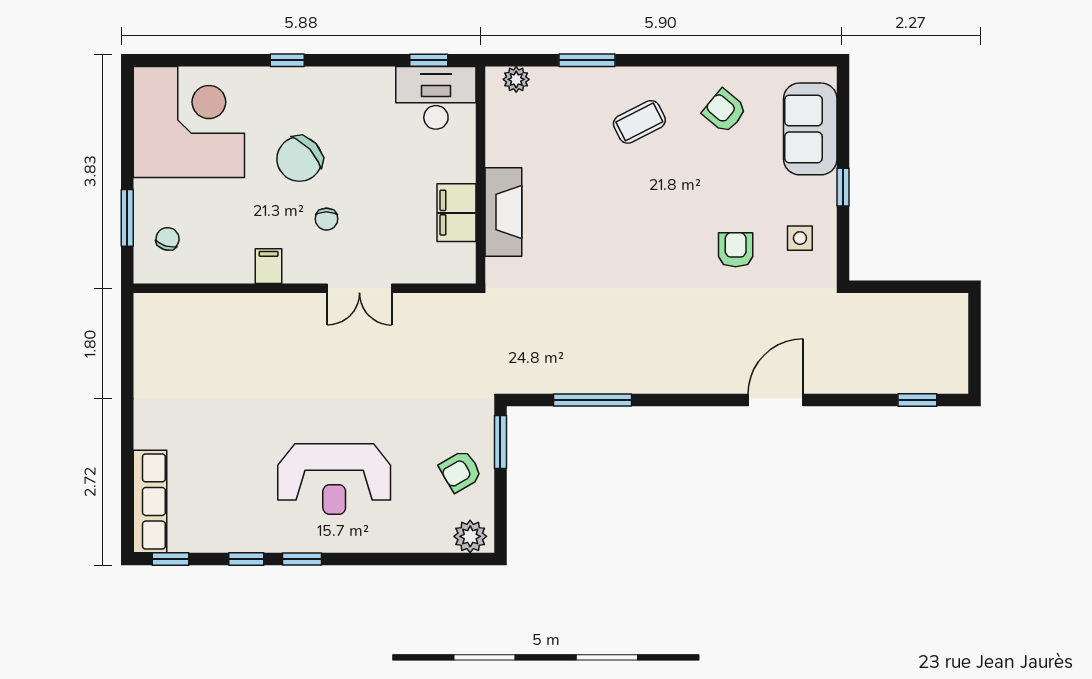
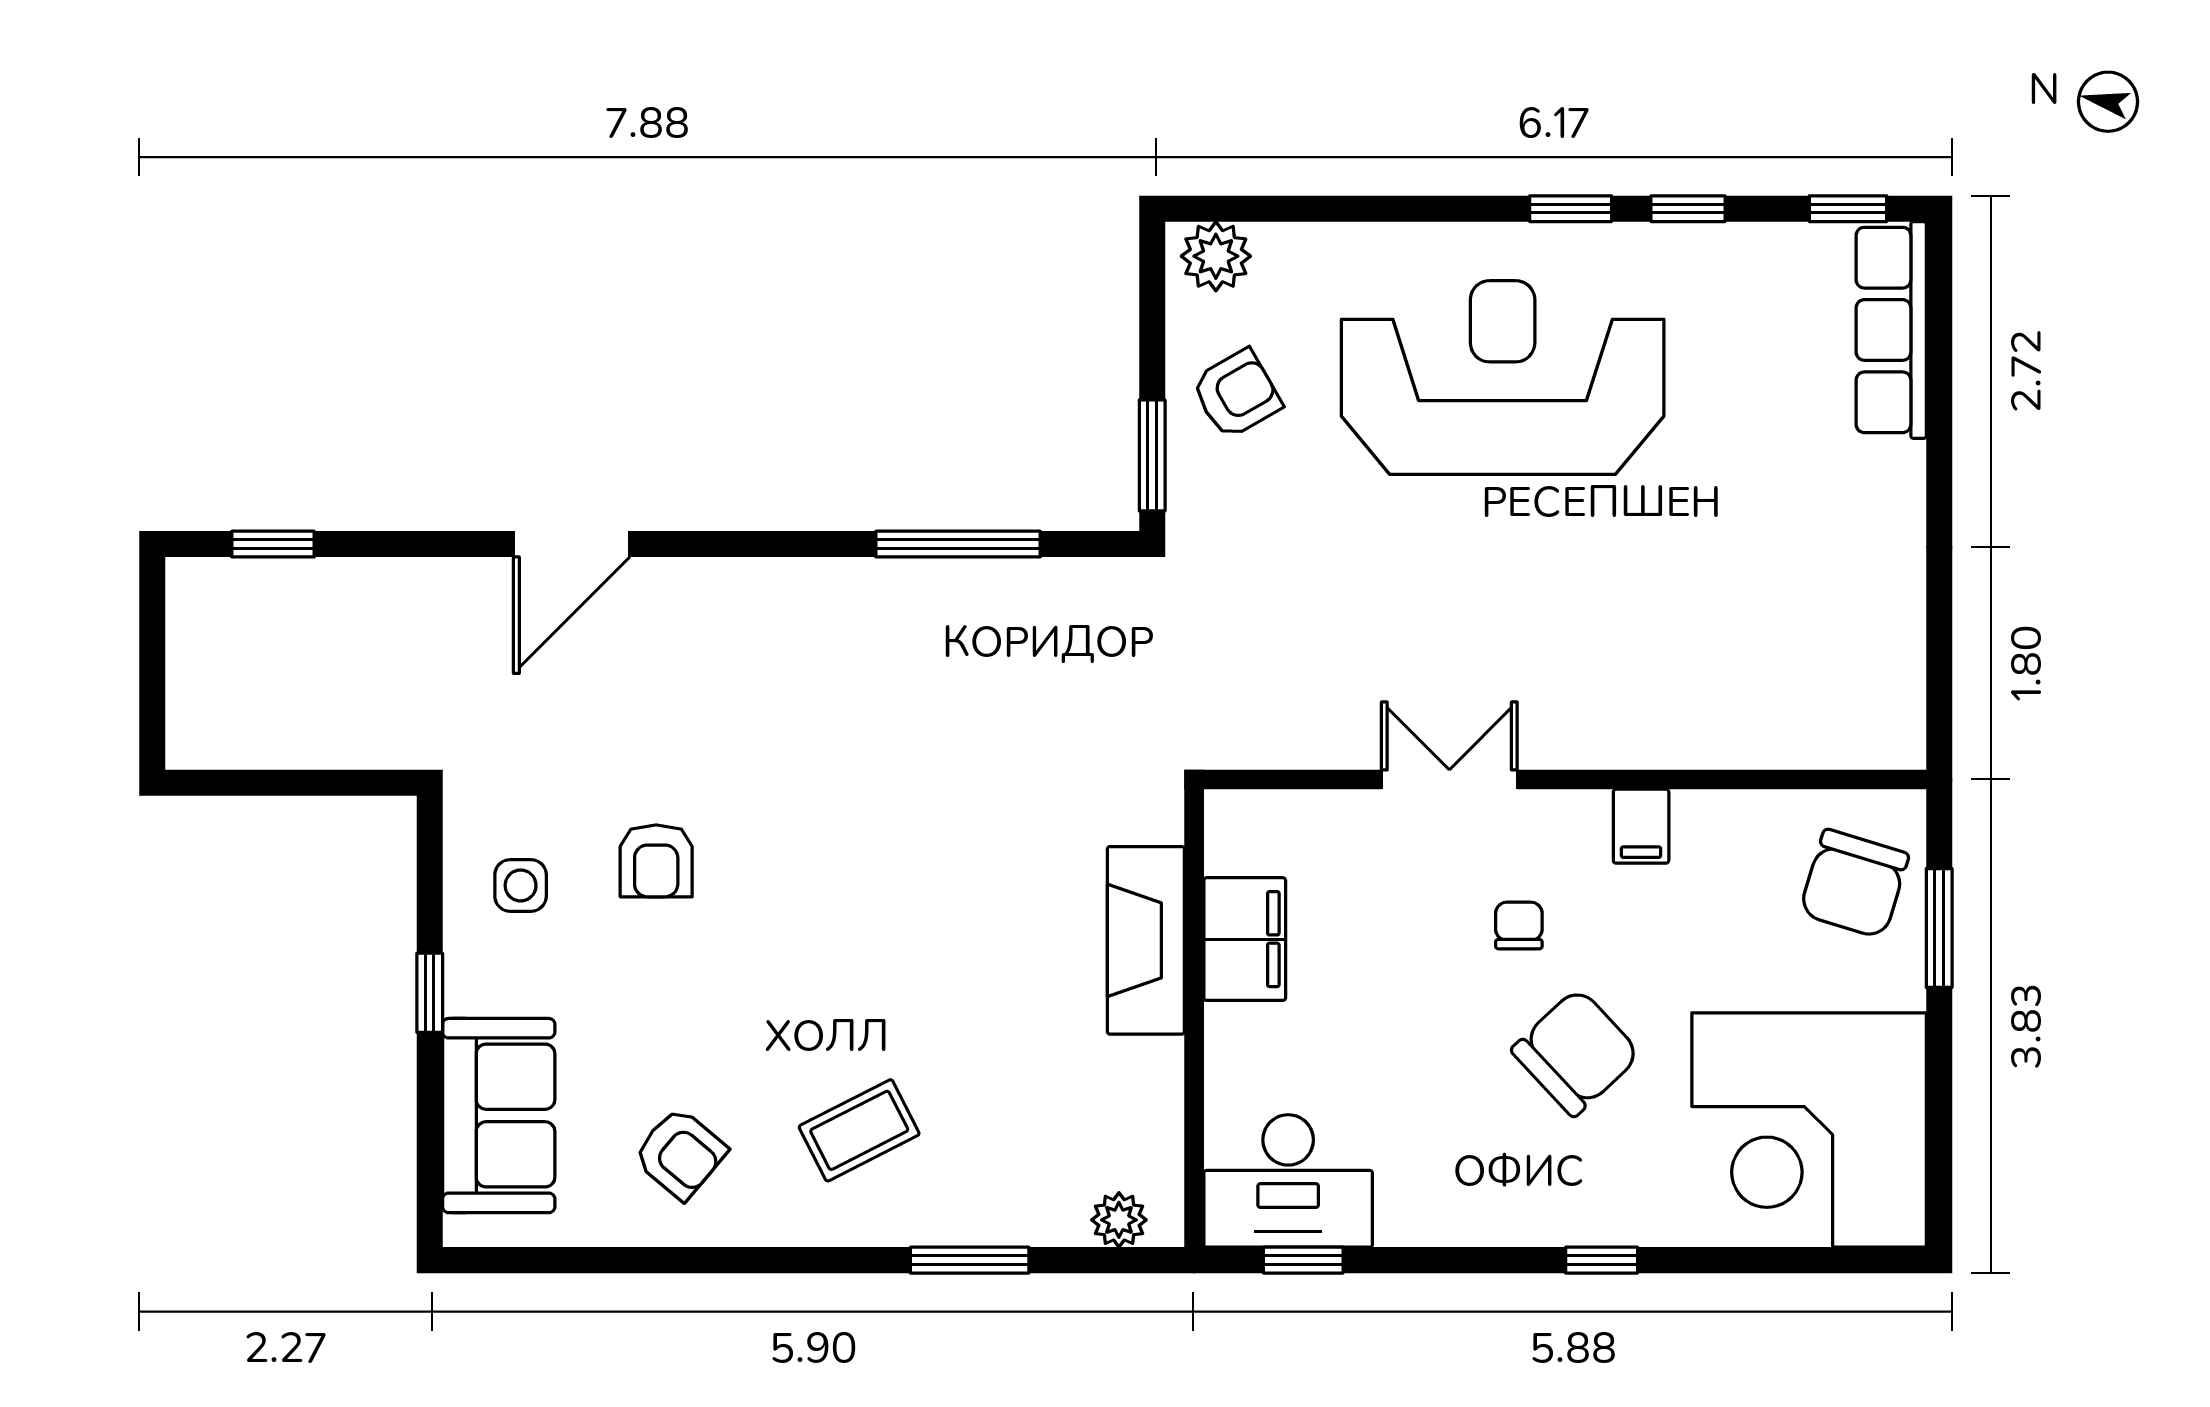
chair: (168, 239) -> (1854, 884), width x1.87, depth x1.87
reception desk: (334, 479) -> (1503, 377), width x1.36, depth x1.30

